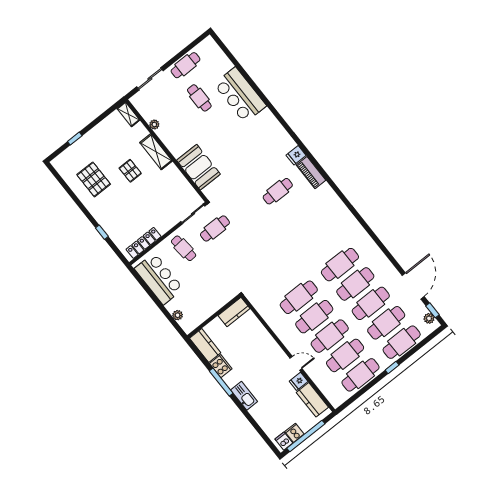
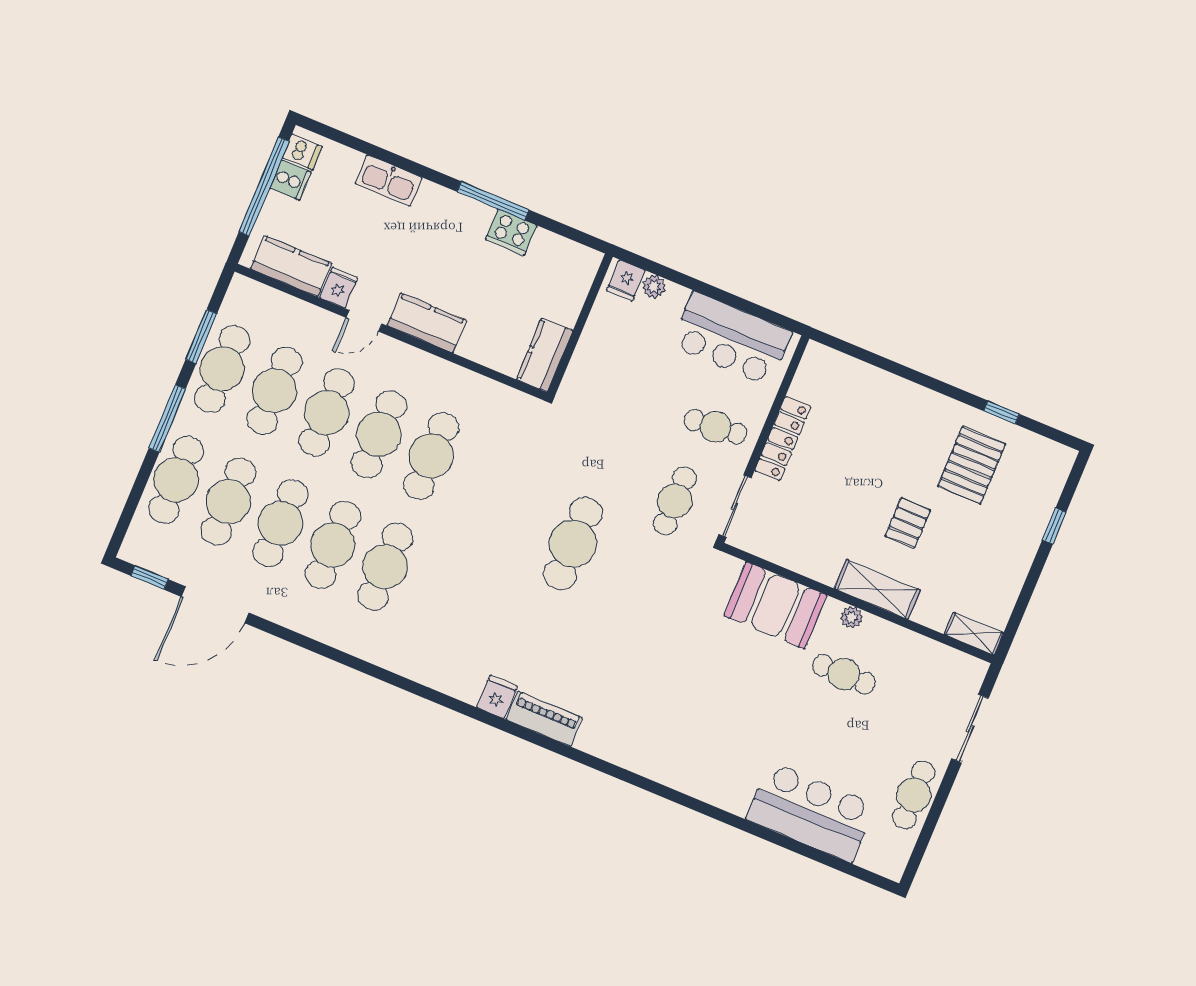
bar counter: (240, 95) -> (811, 812), moved
cafe table: (199, 98) -> (844, 674), moved
plant: (154, 125) -> (851, 617), moved
fridge: (296, 155) -> (497, 697), moved
pallet: (130, 171) -> (908, 523), turned 90
pallet: (94, 179) -> (972, 465), turned 90
cafe table: (278, 191) -> (573, 544), moved, width x1.37, depth x1.35
window: (102, 232) -> (1002, 412), moved
locker: (144, 243) -> (783, 439), moved
door: (413, 286) -> (215, 605), hinge flipped
plant: (429, 318) -> (148, 557), removed
fridge: (187, 323) -> (626, 280), added
kitchen counter: (205, 345) -> (427, 323), moved, turned 180
window: (392, 368) -> (167, 418), width x2.17
window: (362, 392) -> (201, 337), added
kitchen sink: (244, 396) -> (389, 181), moved

